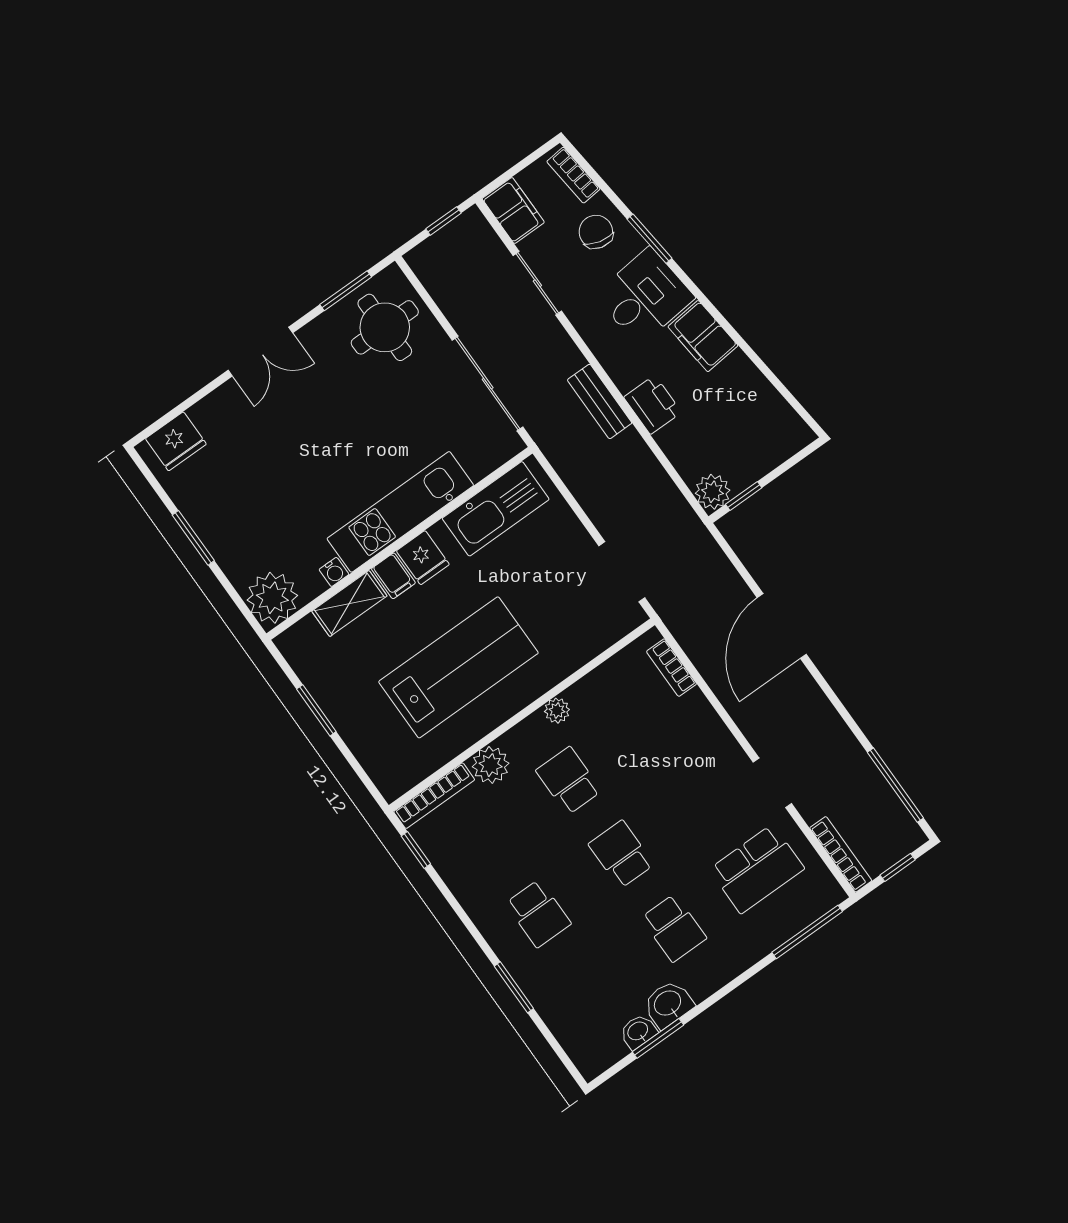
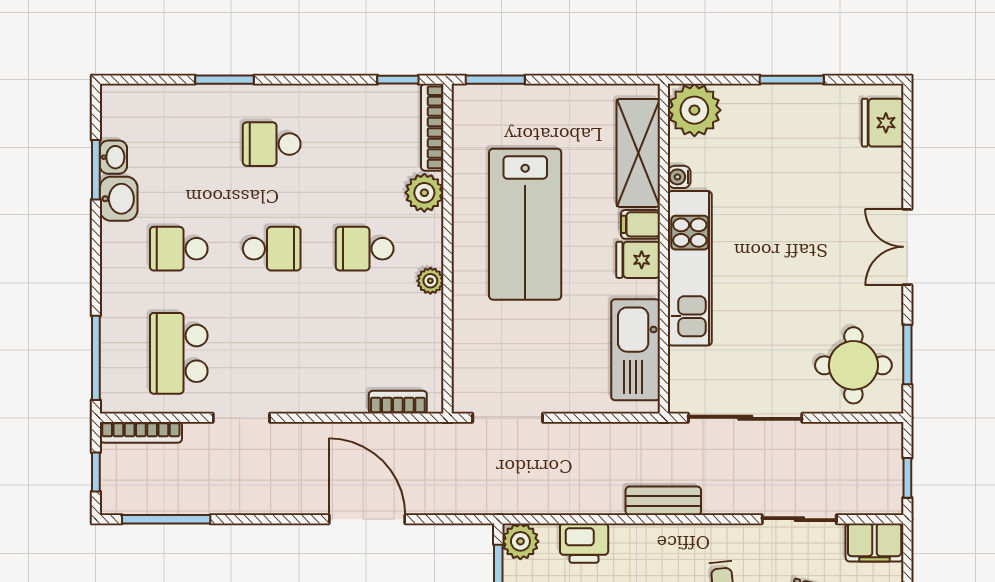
printer: (653, 405) -> (584, 543), moved
shelving: (349, 604) -> (638, 153), width x1.50, depth x1.33
window: (316, 710) -> (495, 80), moved
school desk: (569, 781) -> (365, 249), turned 180

